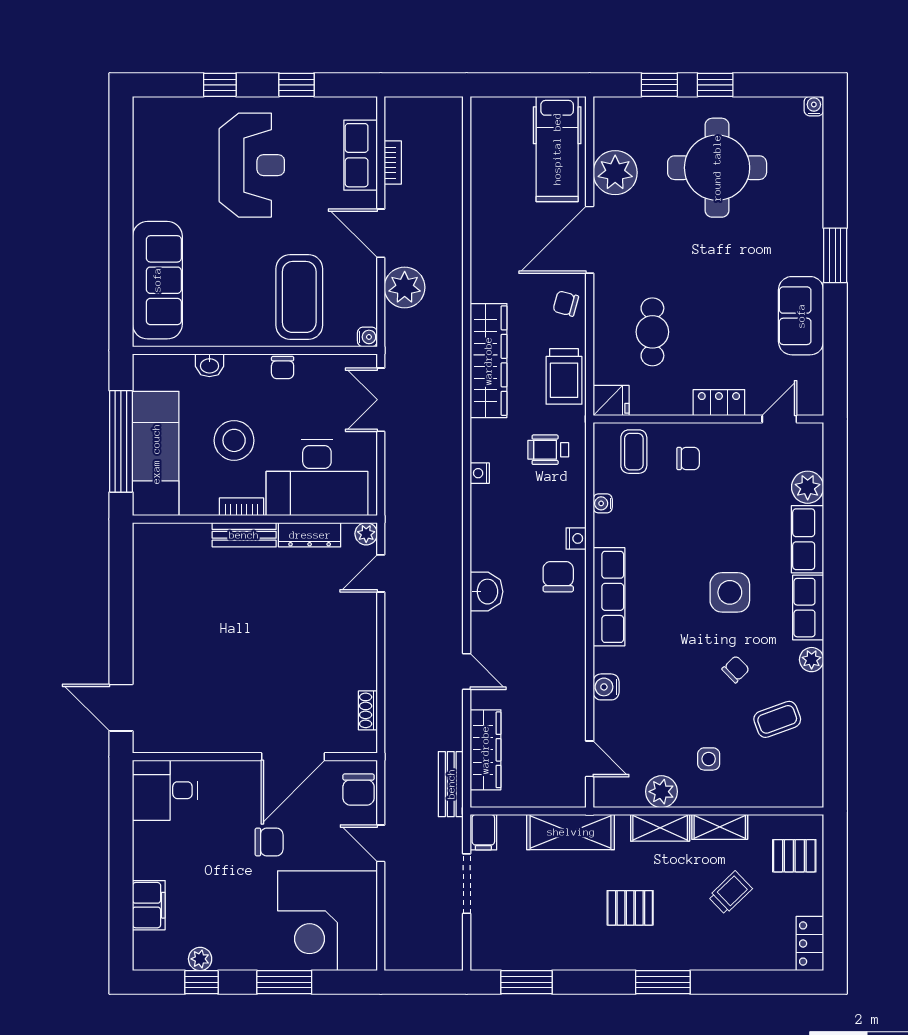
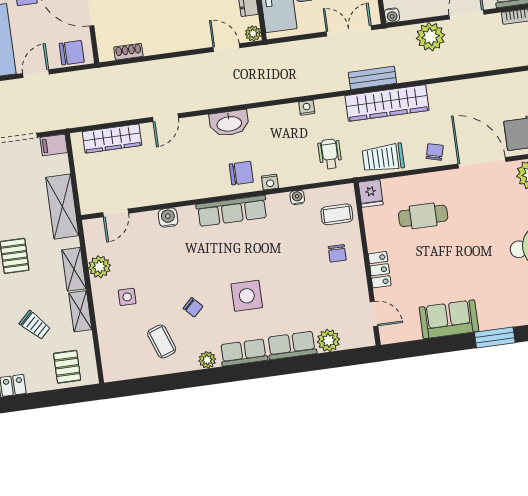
washbasin: (486, 592) -> (229, 123), width x1.38
bench: (451, 784) -> (372, 78), moved
chair: (359, 790) -> (72, 53), turned 180

